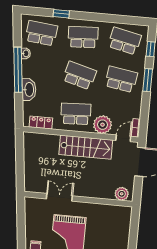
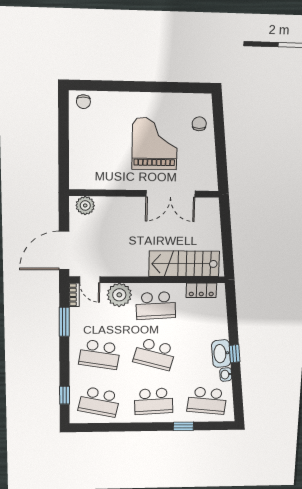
window: (18, 70) -> (235, 354), width x0.32
window: (148, 80) -> (64, 322), moved
washbasin: (29, 89) -> (221, 354), moved
door: (123, 138) -> (90, 280), hinge flipped
stairs: (86, 147) -> (184, 264), moved
double door: (59, 197) -> (171, 194), width x1.37

